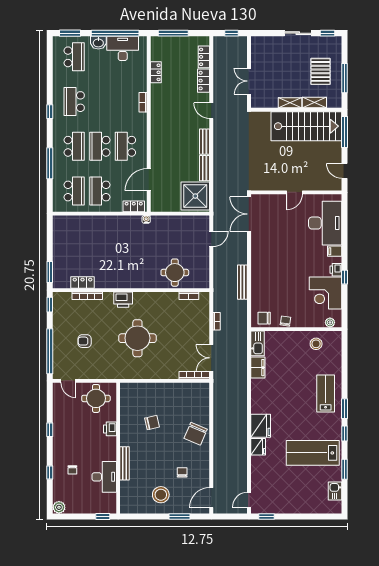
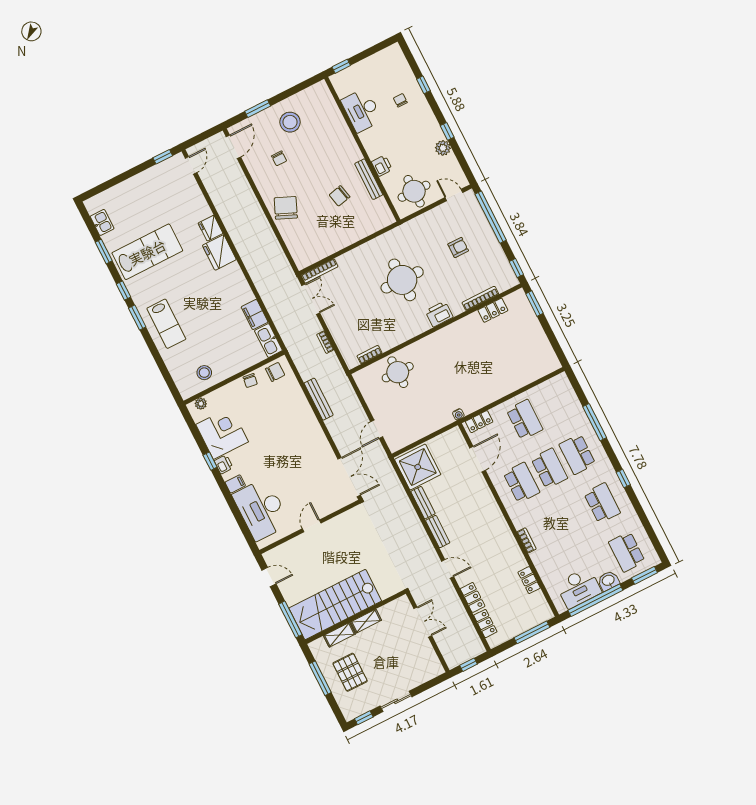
school desk: (74, 191) -> (553, 405), removed
bench: (125, 463) -> (369, 179), moved
plant: (59, 507) -> (443, 148), moved

